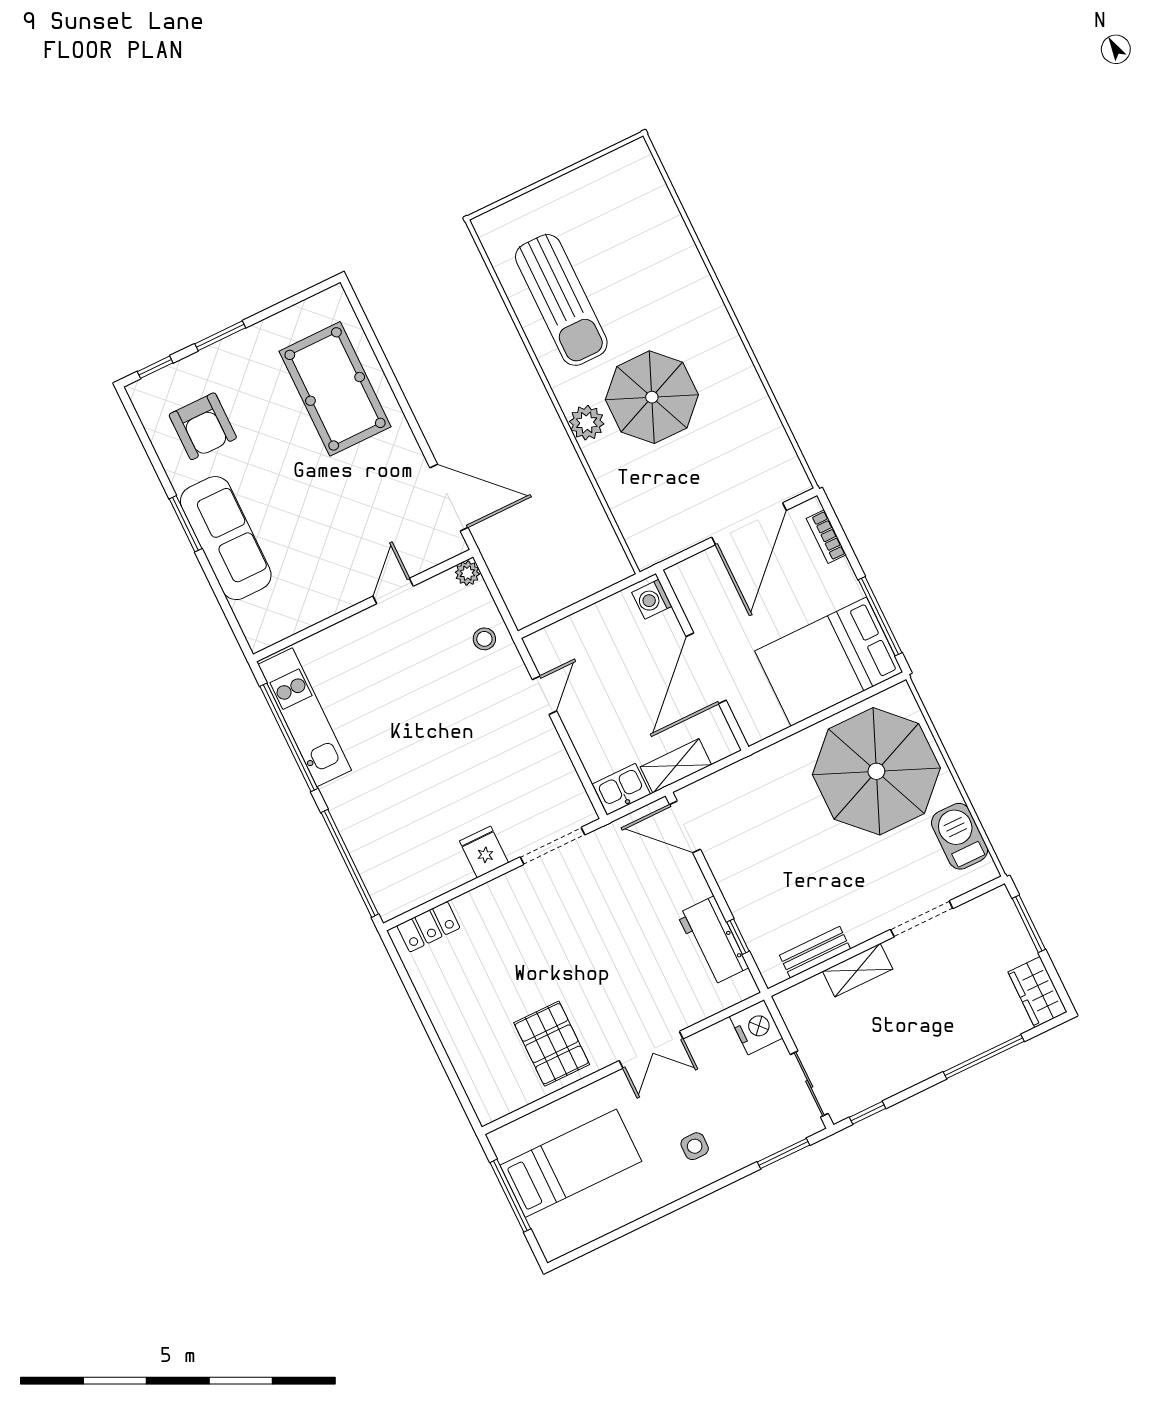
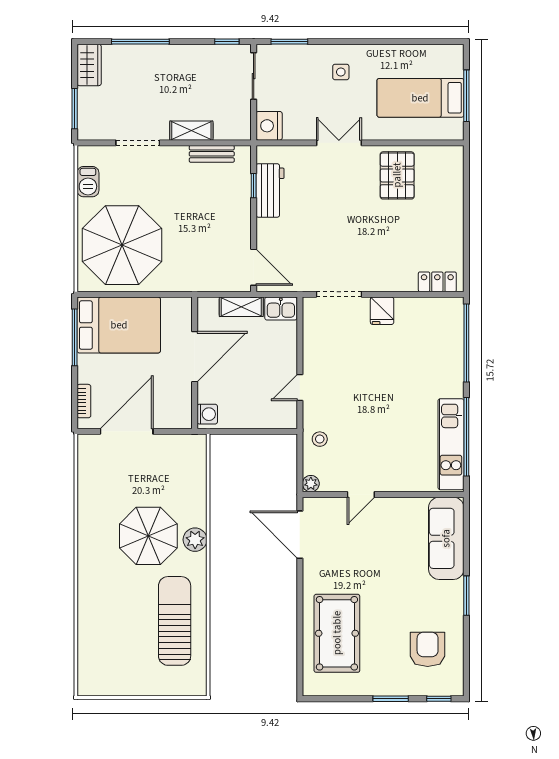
sofa: (226, 538) -> (446, 538), moved
barbecue: (960, 836) -> (88, 182), width x0.73, depth x0.79

